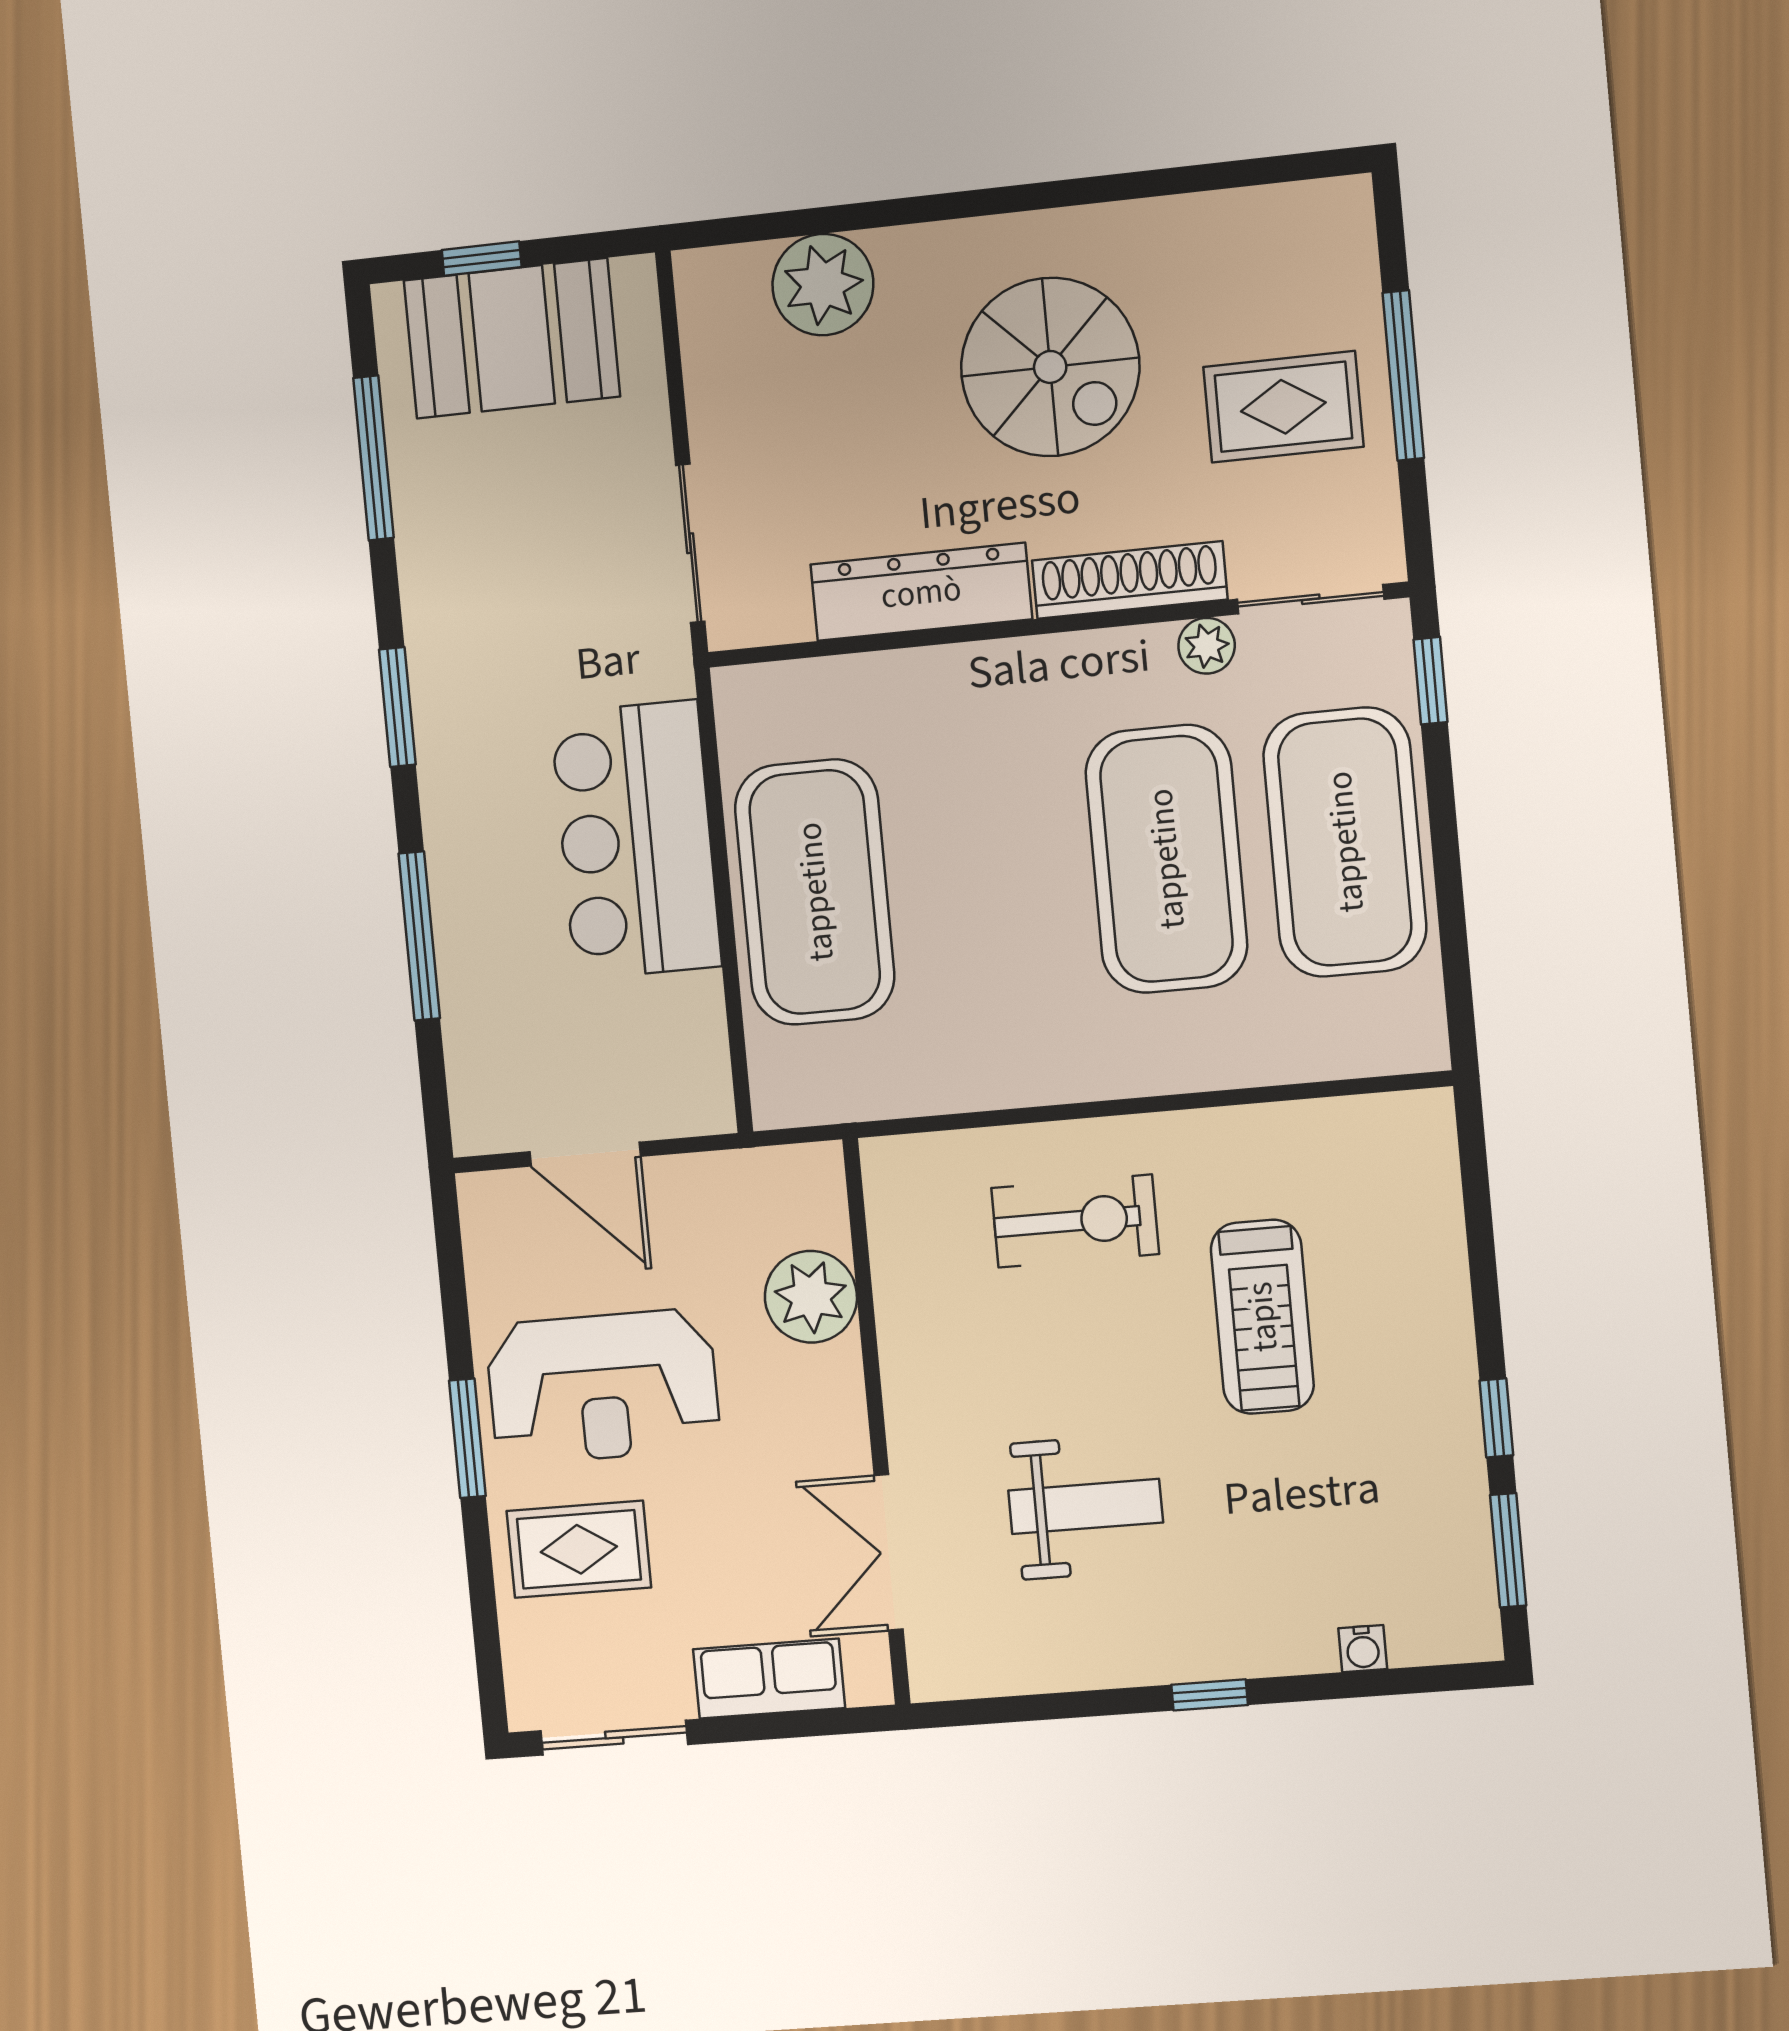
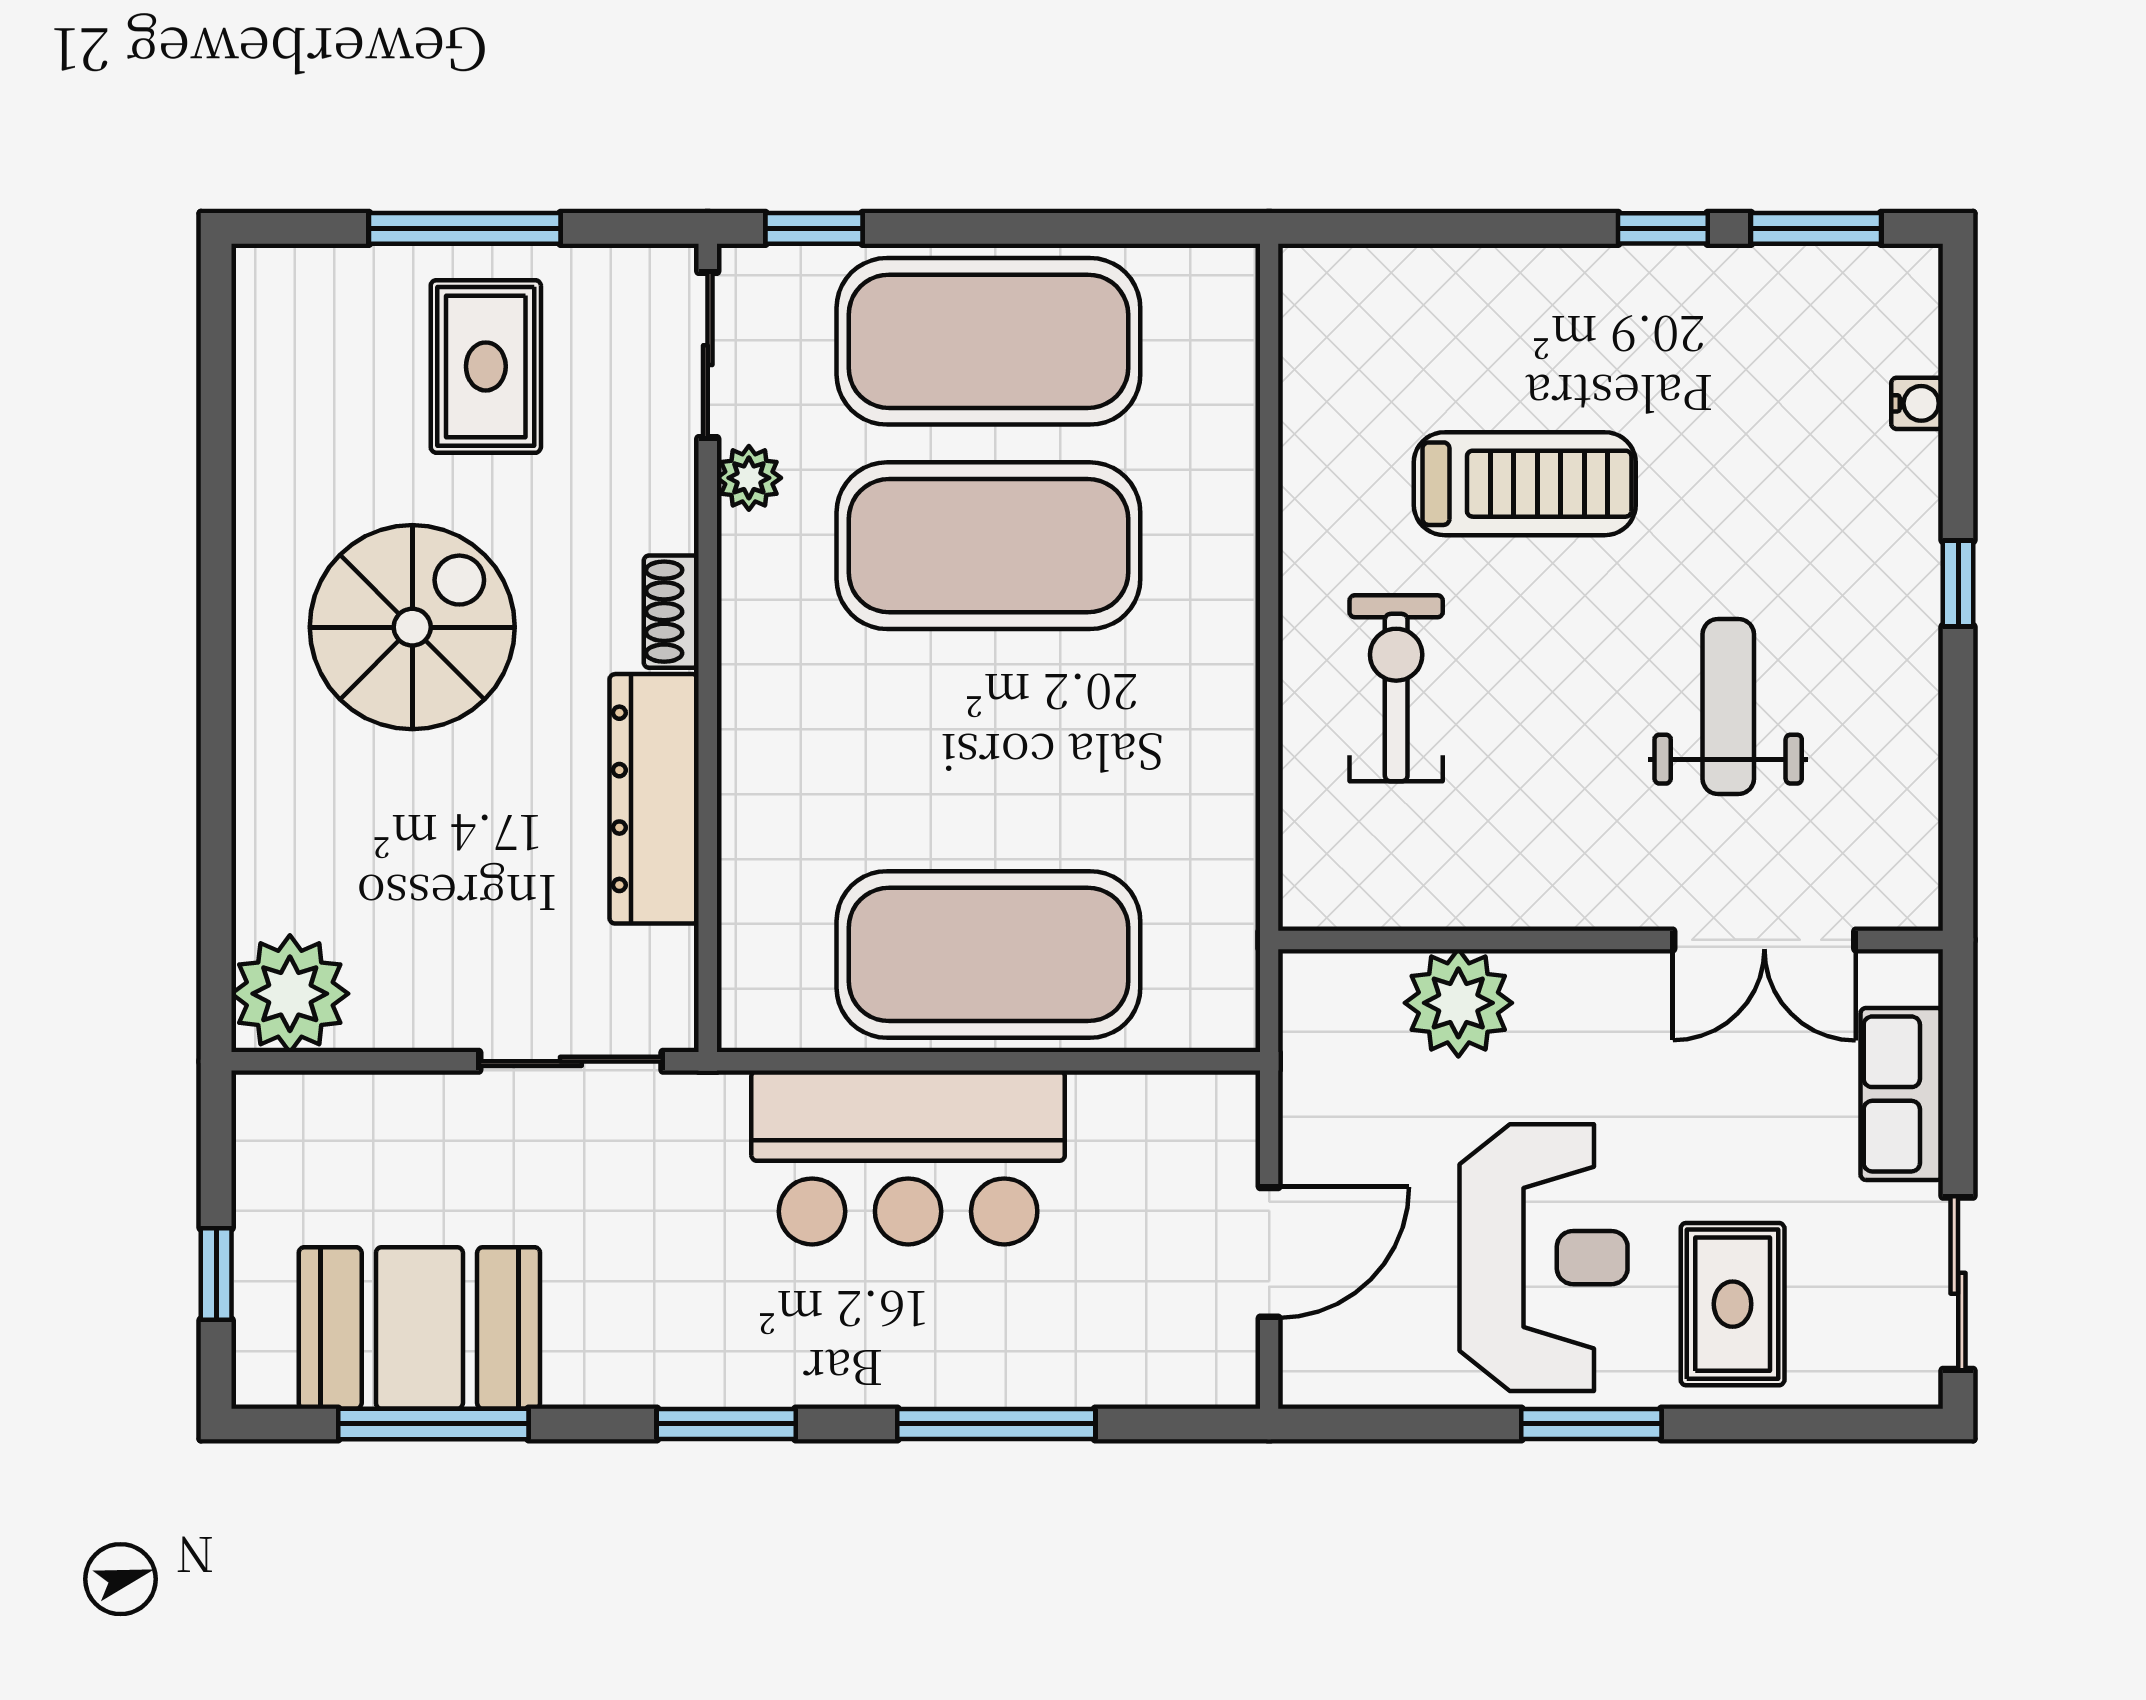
plant: (823, 285) -> (290, 994), moved
booth: (512, 338) -> (419, 1328), moved, turned 90
shoe rack: (1130, 580) -> (671, 612), width x0.51, depth x0.81

